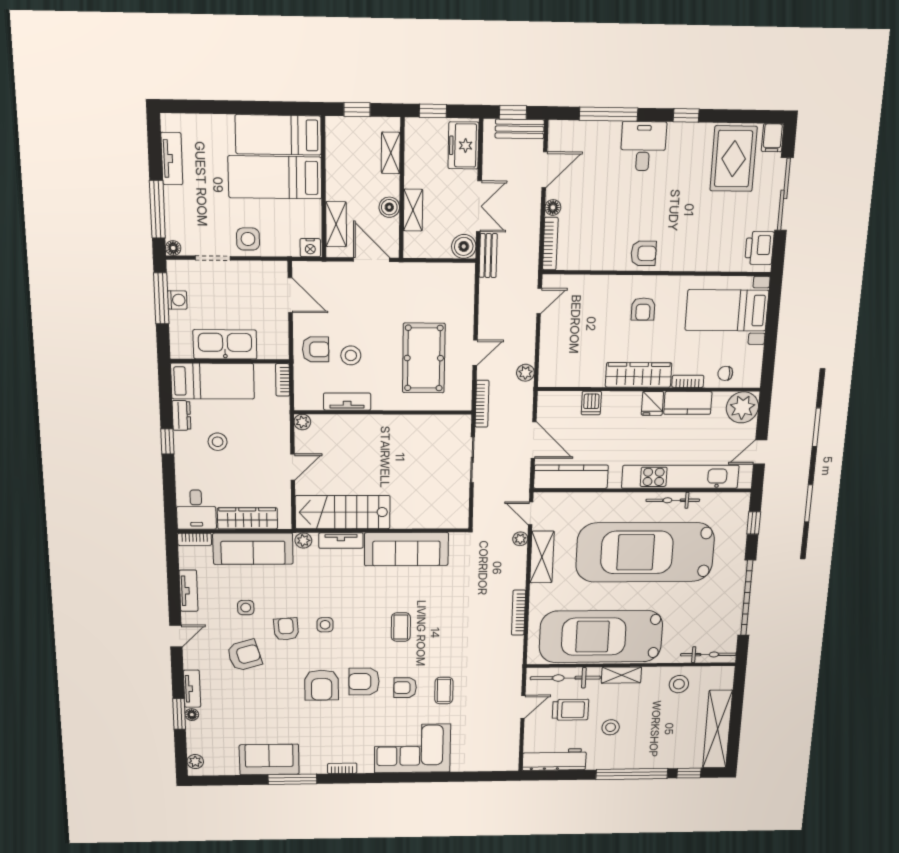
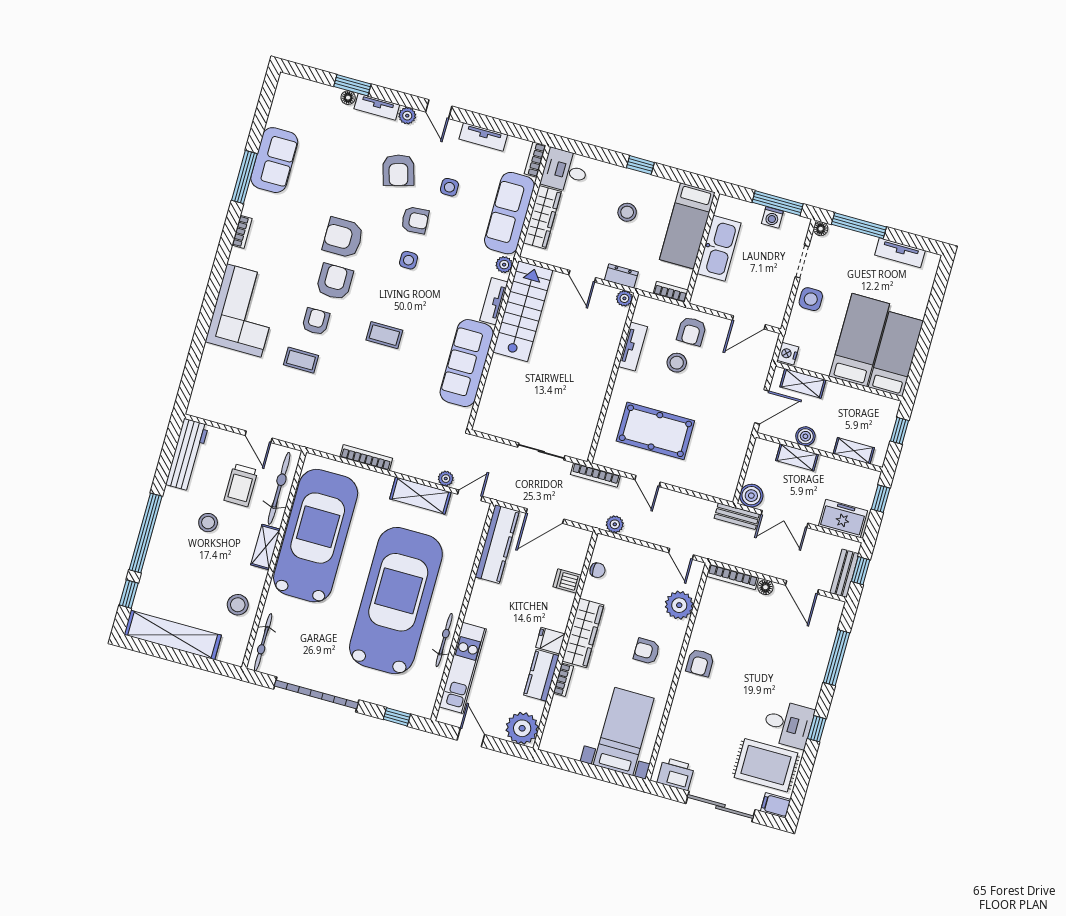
desk: (643, 146) -> (788, 724), moved
plant: (591, 289) -> (679, 605), added
chair: (725, 373) -> (598, 570), moved, turned 90
dresser: (181, 415) -> (621, 276), moved, turned 180
kitchen unit: (680, 477) -> (463, 668), width x0.73
plant: (195, 762) -> (407, 116), moved

